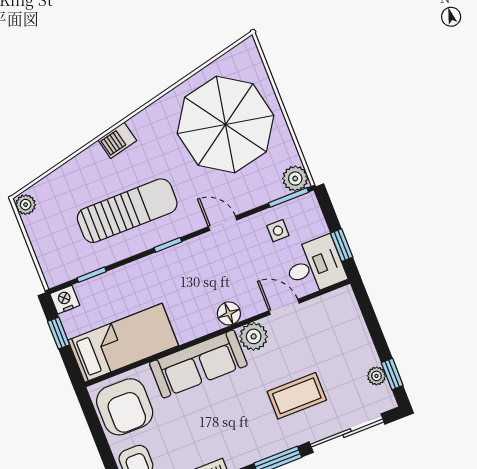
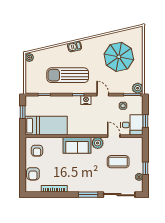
parasol: (226, 125) -> (119, 57), width x0.73, depth x0.73
sun lounger: (127, 211) -> (68, 75), turned 180
nightstand: (65, 300) -> (86, 100), moved
floor lamp: (229, 313) -> (91, 130), removed
sofa: (198, 364) -> (77, 145), width x0.73
window: (392, 374) -> (145, 168), moved
coffee table: (297, 396) -> (118, 162), moved
armchair: (125, 407) -> (37, 151), width x0.53, depth x0.53

